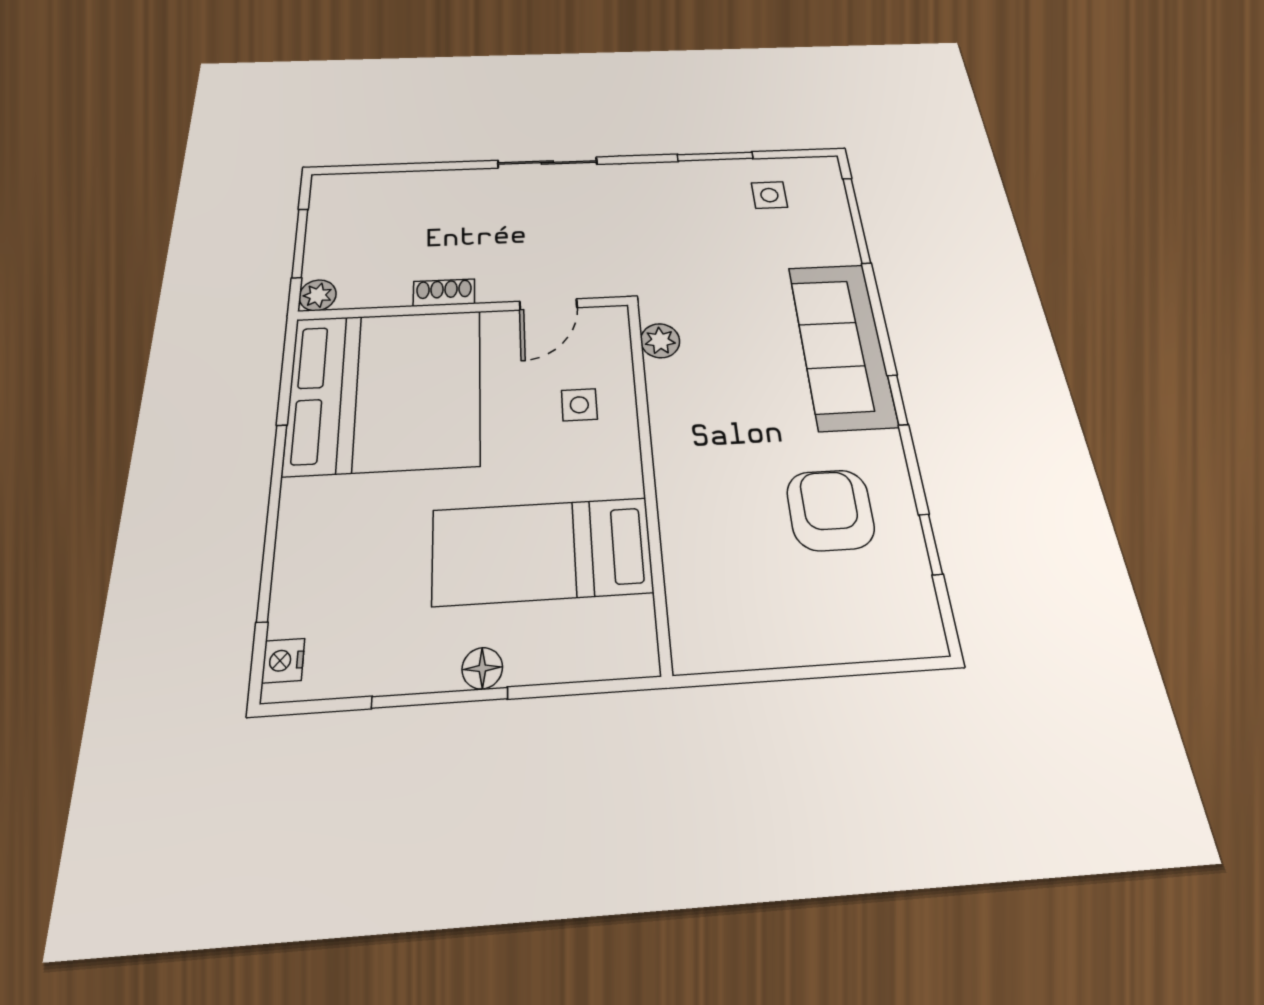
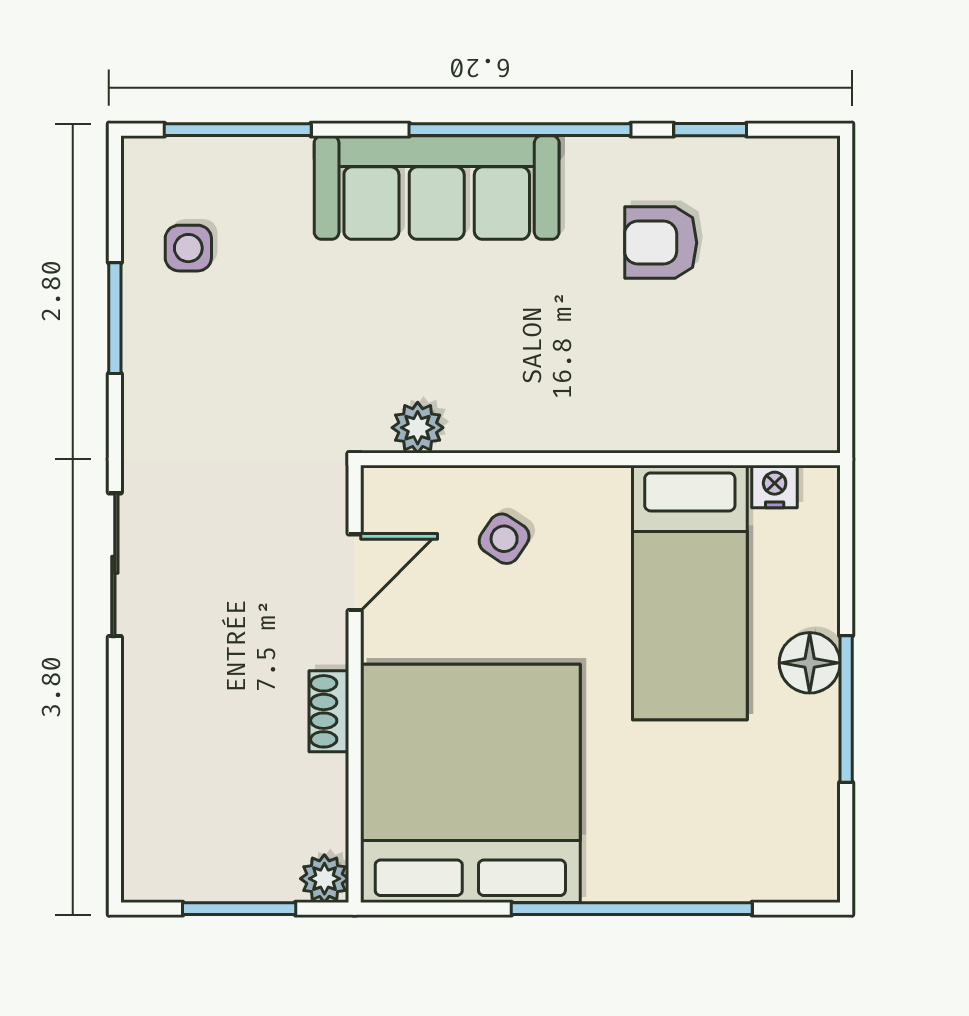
door: (548, 304) -> (355, 572), hinge flipped
window: (898, 400) -> (520, 130), width x3.17
side table: (579, 405) -> (504, 539), turned 34
armchair: (830, 510) -> (661, 243), width x0.72, depth x0.72
nightstand: (283, 661) -> (775, 487), moved, turned 180
floor lamp: (482, 668) -> (810, 663), width x1.37, depth x1.37

